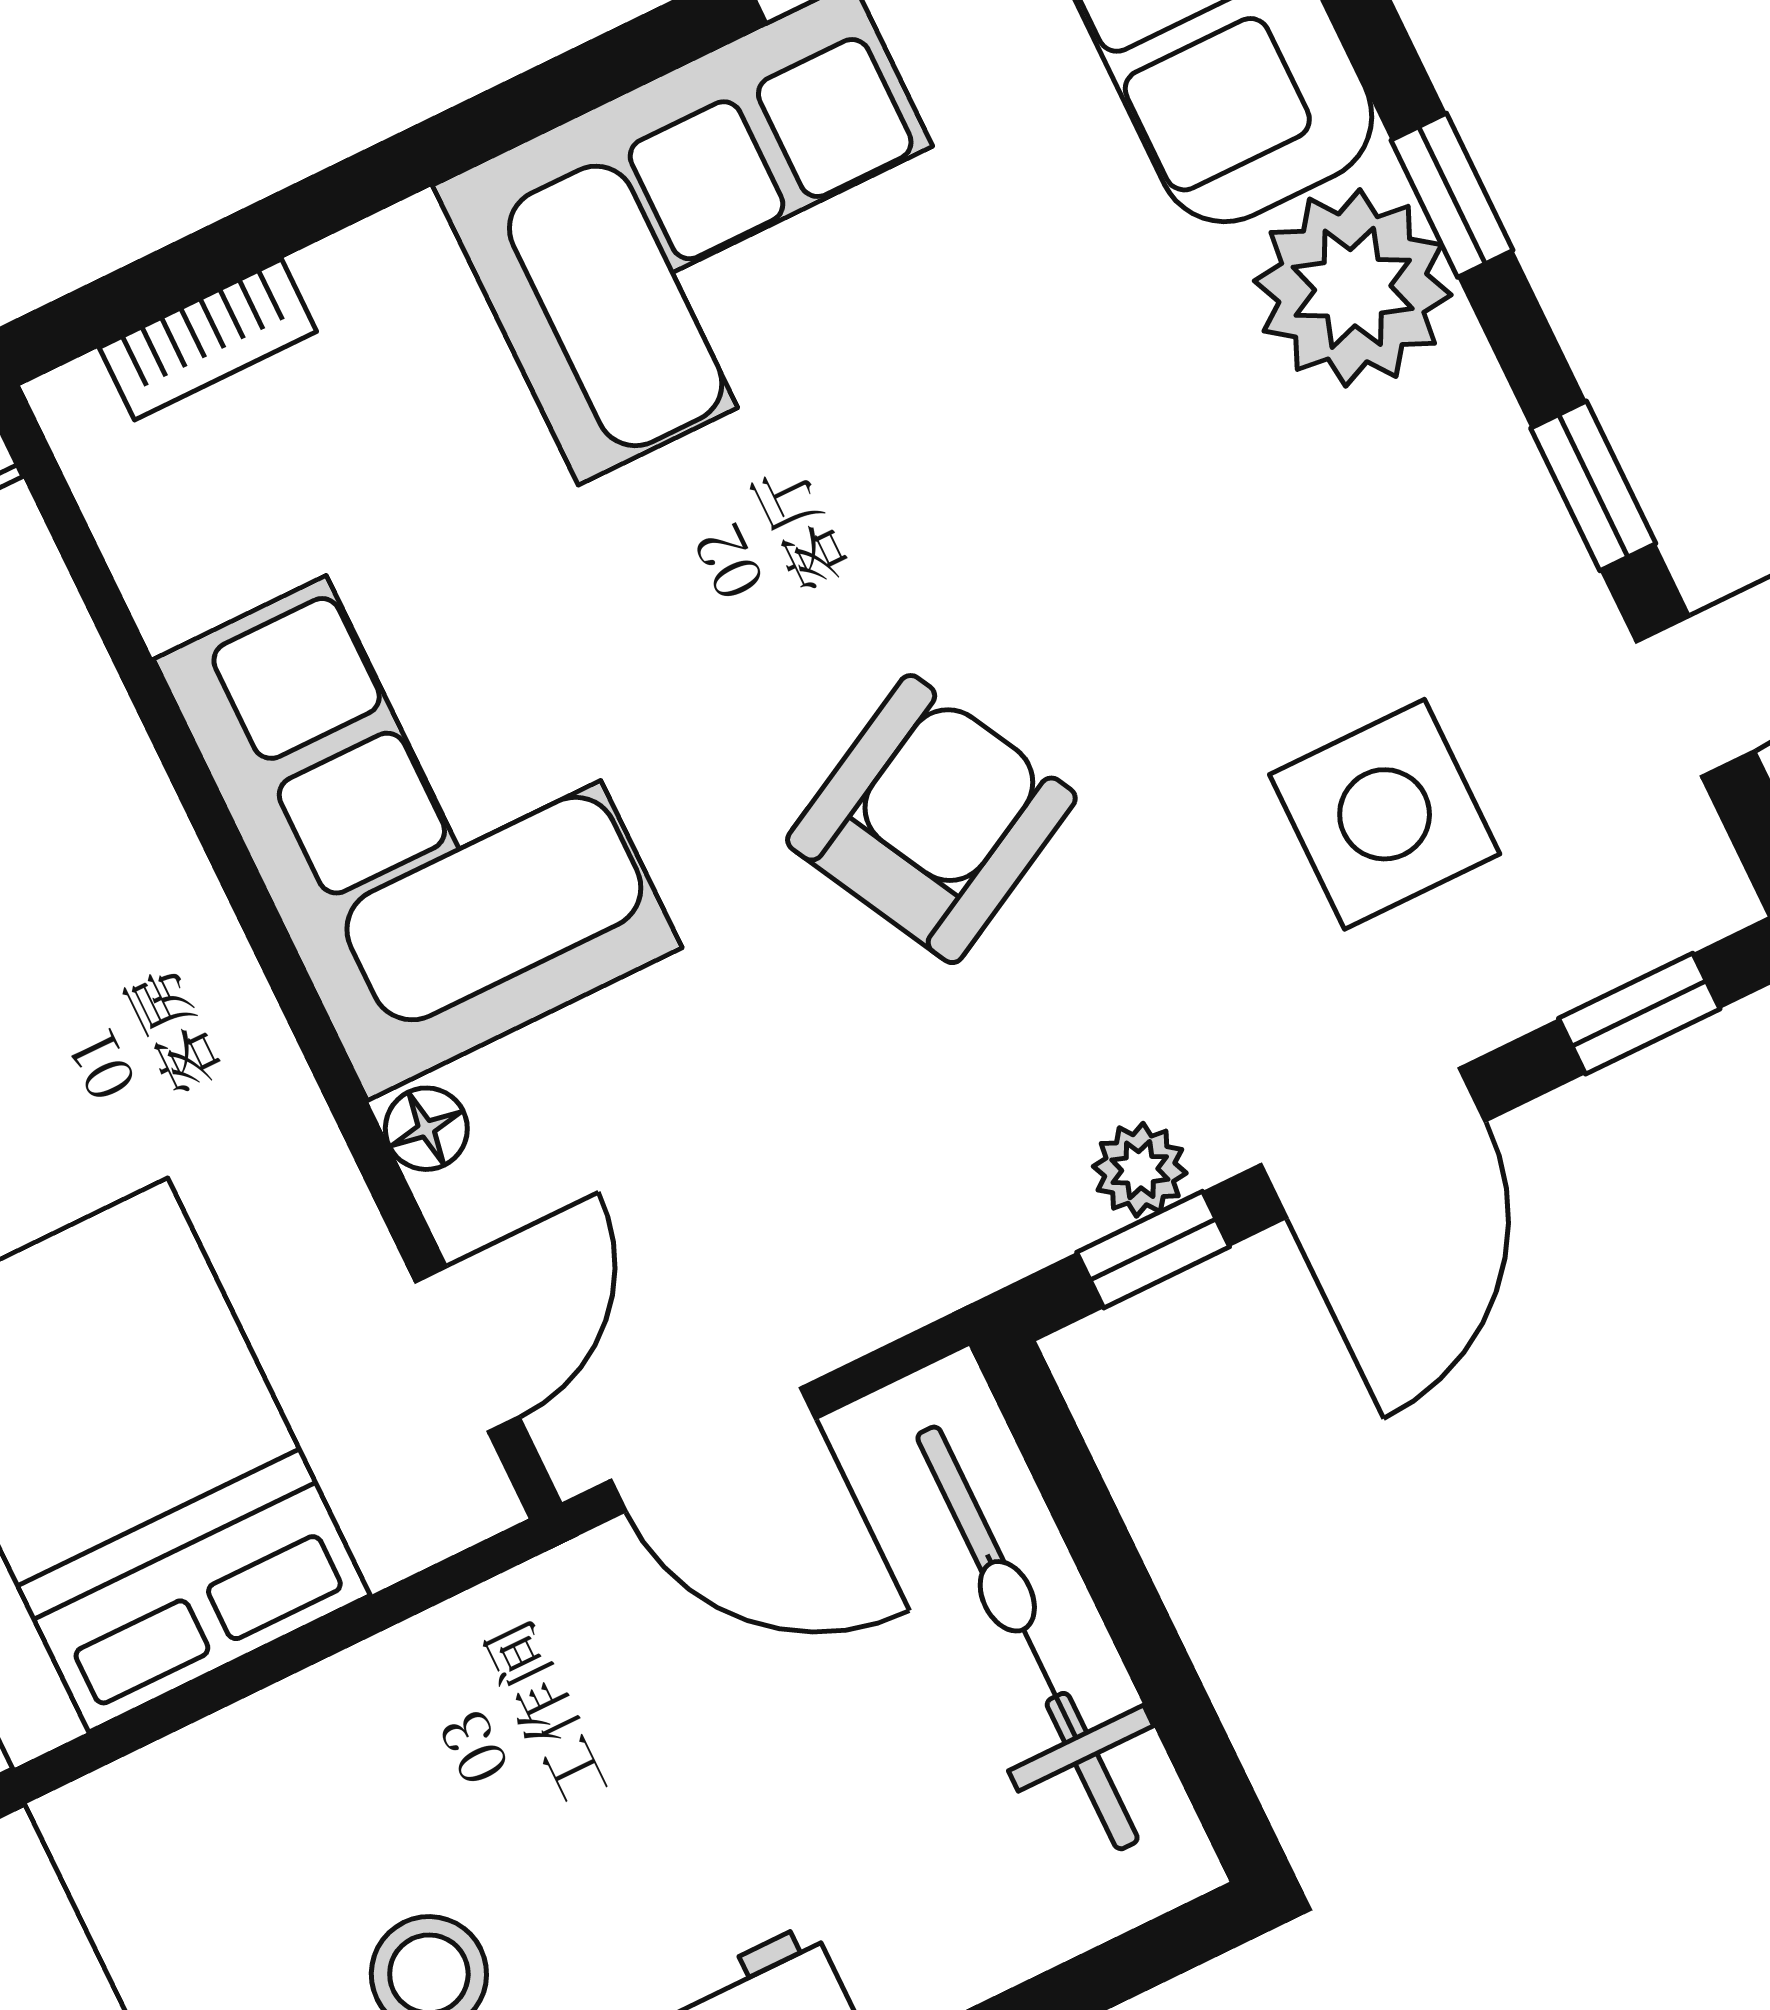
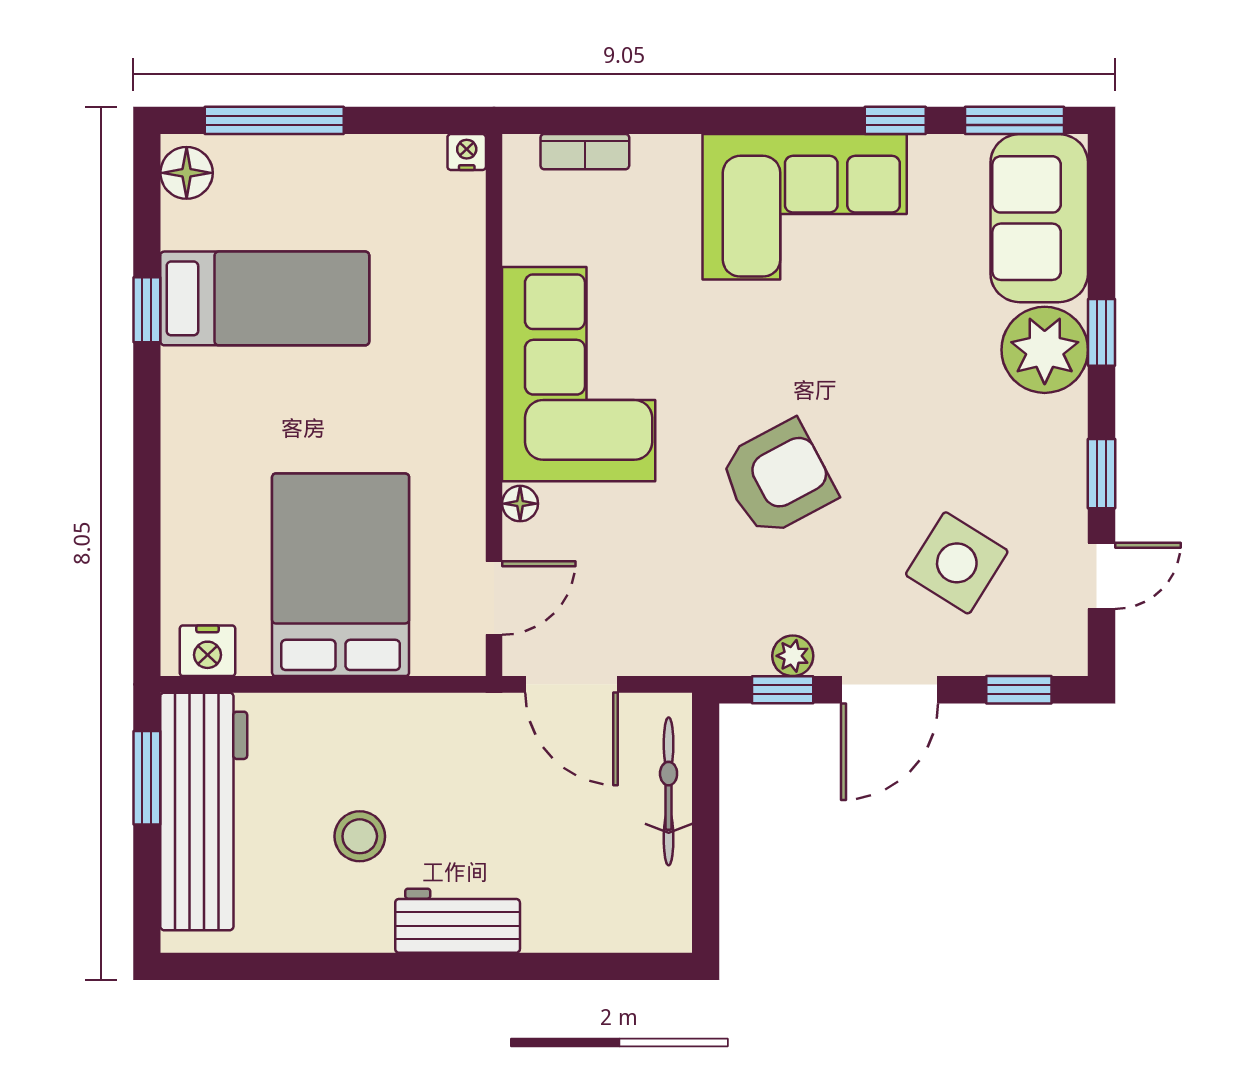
side table: (1385, 814) -> (957, 563), turned 32
bicycle: (1027, 1638) -> (669, 791), width x0.73, depth x0.71

